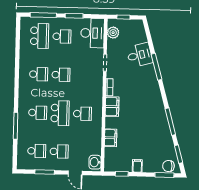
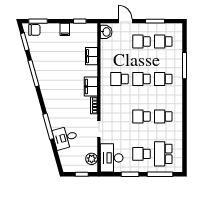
school desk: (60, 113) -> (141, 79), width x0.54

